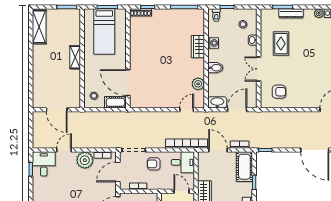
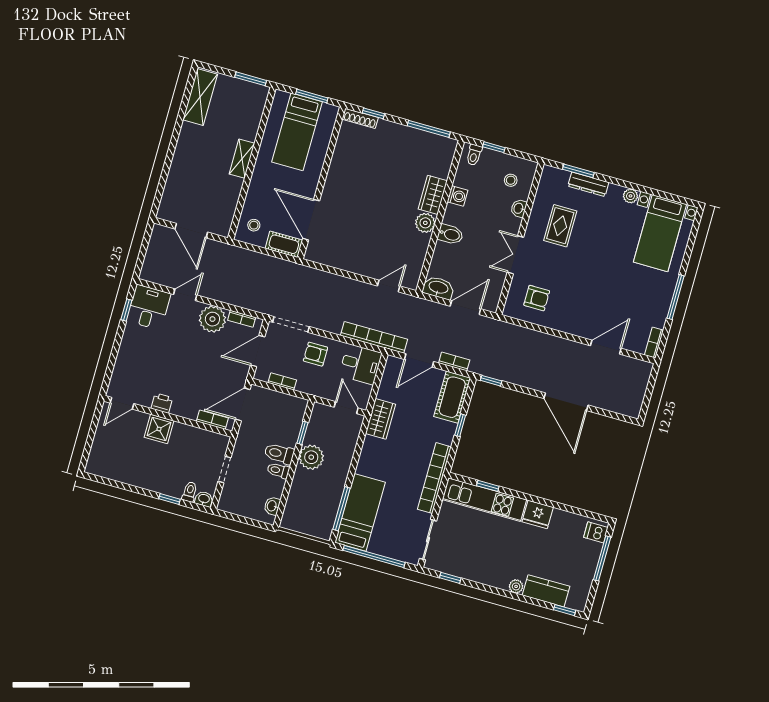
plant: (198, 84) -> (425, 223), moved
door: (218, 150) -> (419, 360), swing flipped

